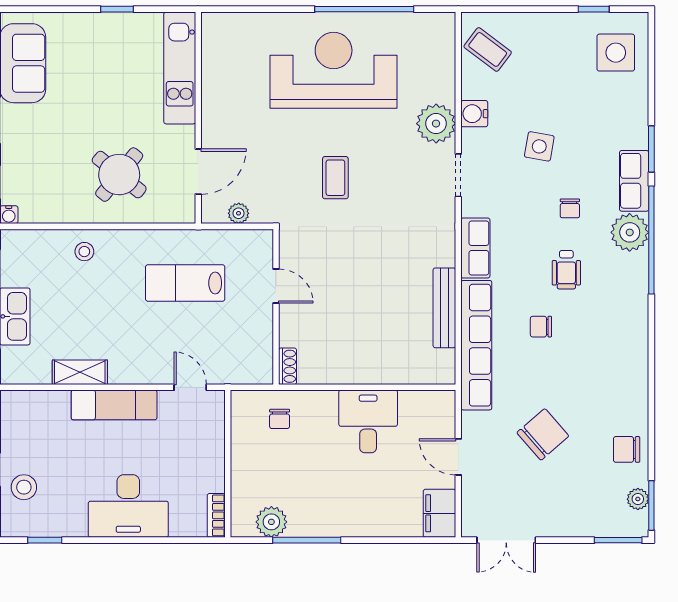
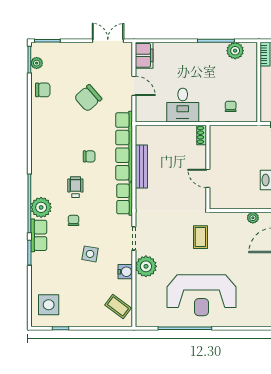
door: (276, 286) -> (208, 178), moved
wall: (276, 307) -> (208, 167), moved
shoe rack: (288, 366) -> (202, 135), moved

